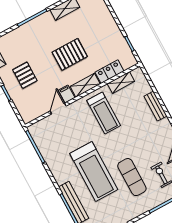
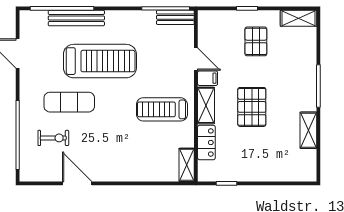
pallet: (25, 75) -> (256, 41), turned 90
shelving: (121, 83) -> (187, 165), moved
bench: (155, 106) -> (175, 17), moved
treadmill: (94, 171) -> (100, 61), turned 180

